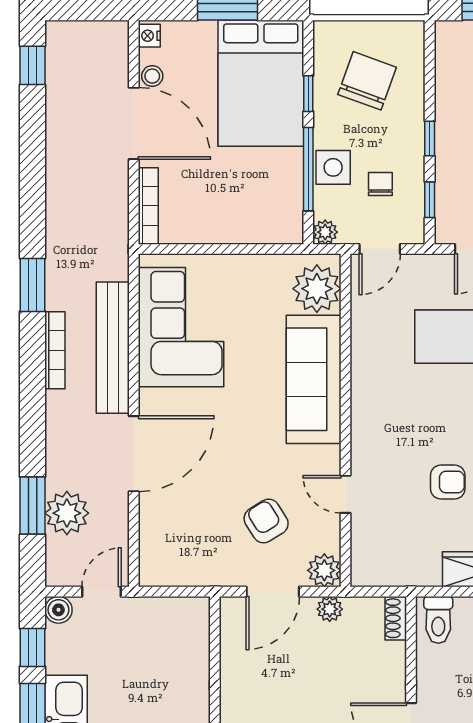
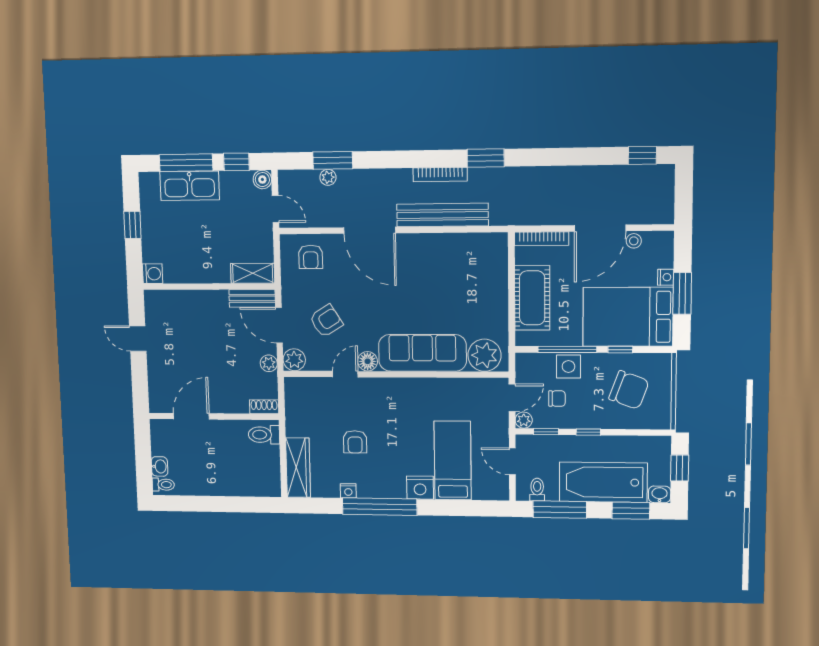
nightstand: (149, 36) -> (666, 277), moved, turned 90
cot: (233, 219) -> (532, 298), added
plant: (325, 232) -> (524, 420), moved
door: (380, 249) -> (512, 398), swing flipped
corner sofa: (181, 327) -> (457, 262), removed
floor lamp: (326, 461) -> (368, 361), added
plant: (67, 513) -> (328, 177), width x0.53, depth x0.53
armchair: (172, 542) -> (311, 257), added
shelving: (195, 629) -> (253, 273), added
bench: (233, 631) -> (252, 298), added

